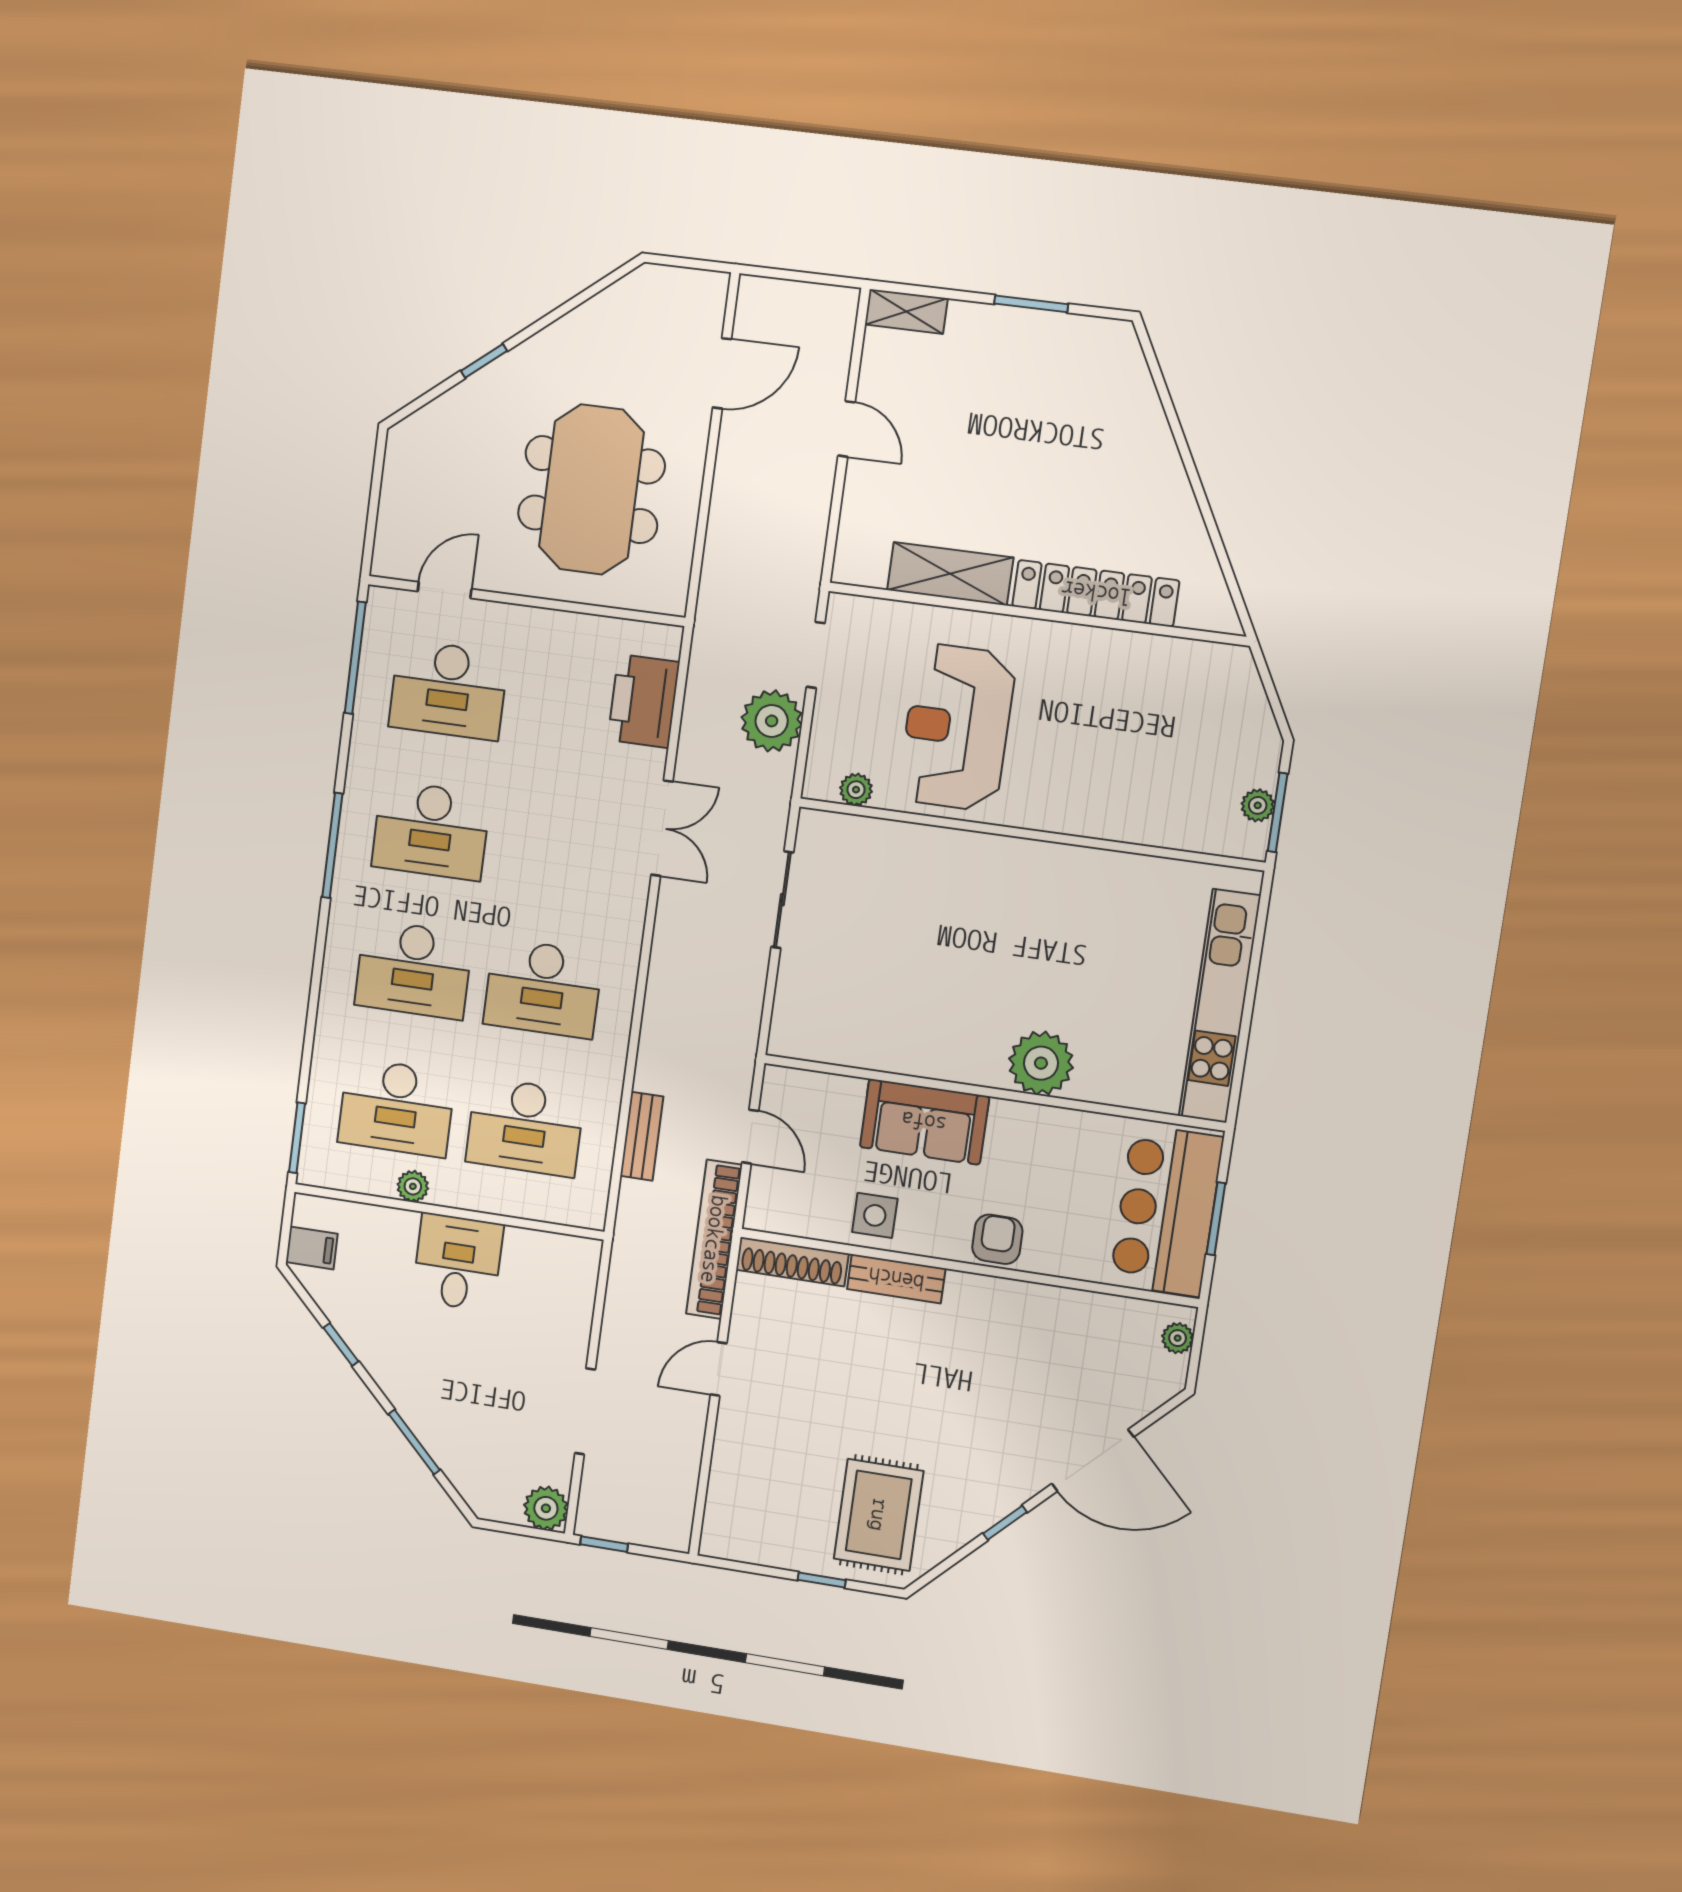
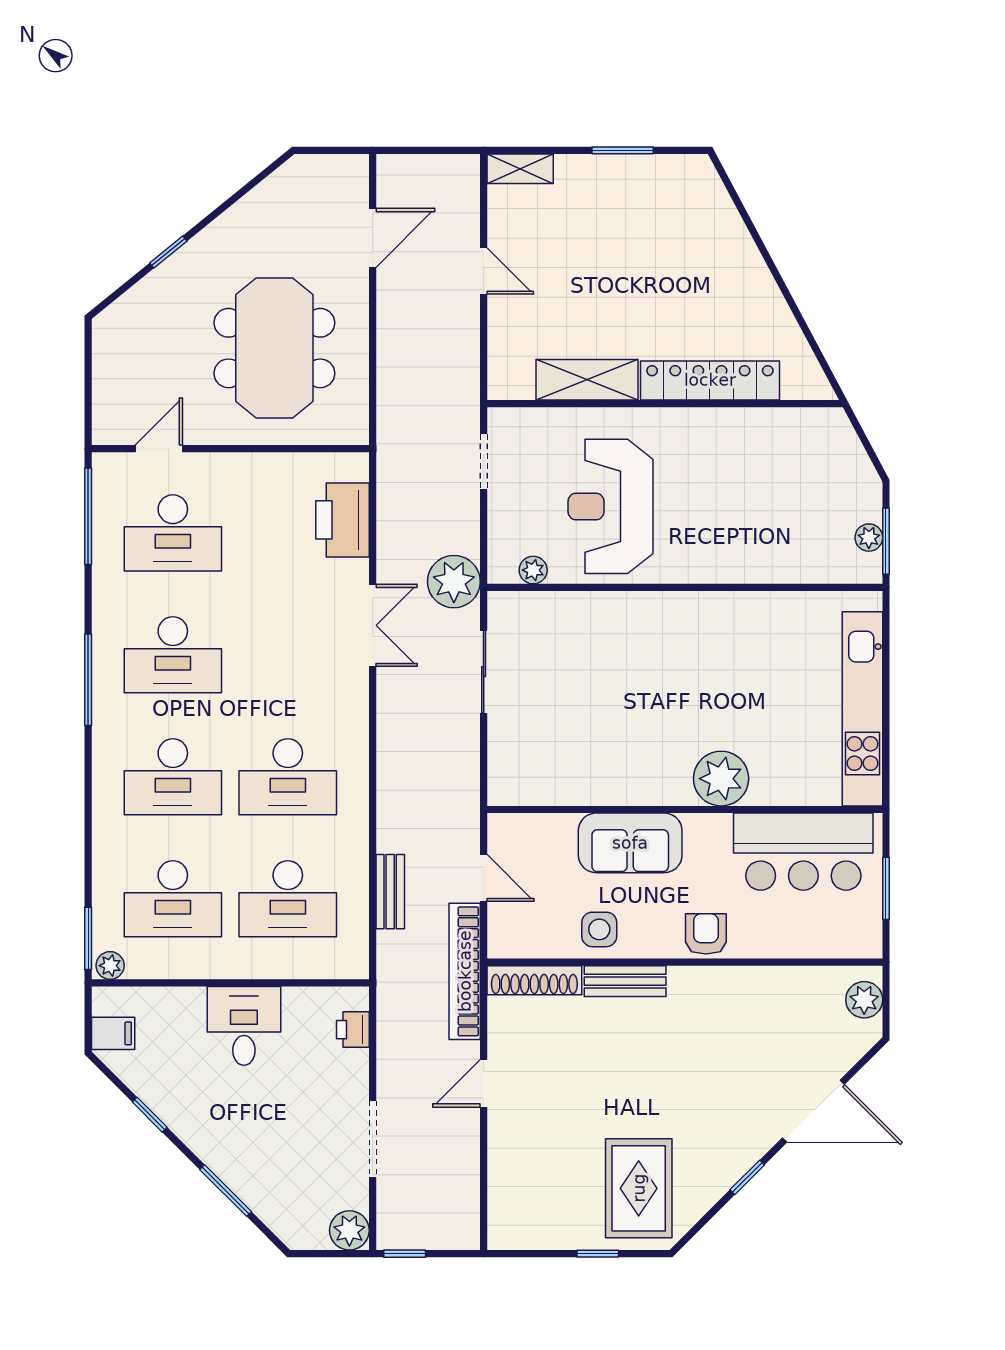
plant: (772, 721) -> (454, 582), moved
plant: (413, 1186) -> (110, 966), moved
bar counter: (1166, 1211) -> (803, 852), moved, turned -90
printer: (579, 1285) -> (353, 1030), added
plant: (1178, 1338) -> (864, 1000), width x1.38, depth x1.38

